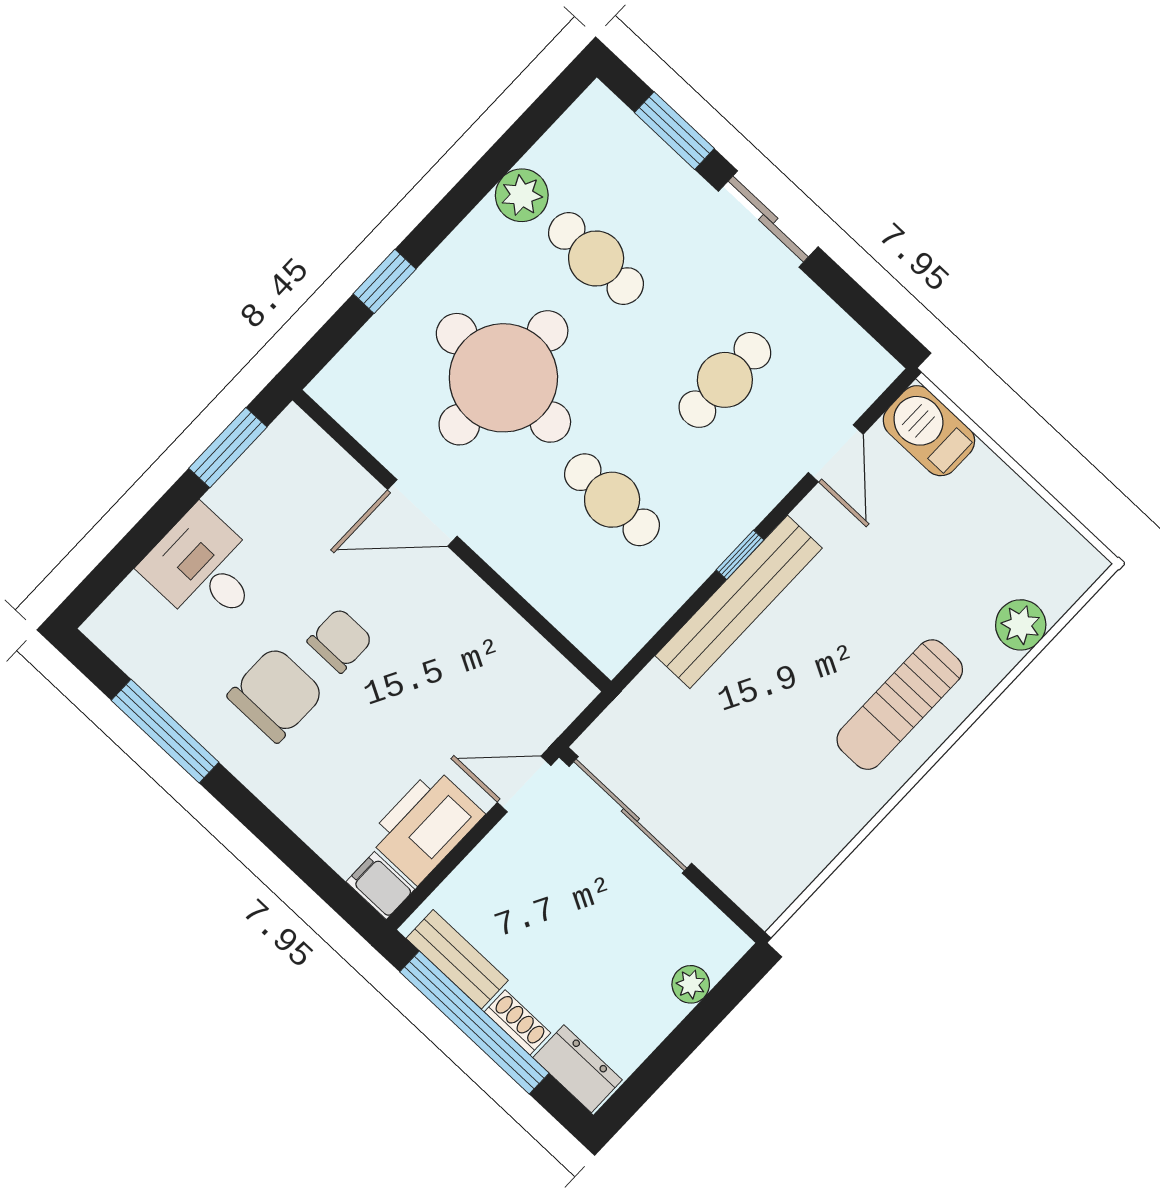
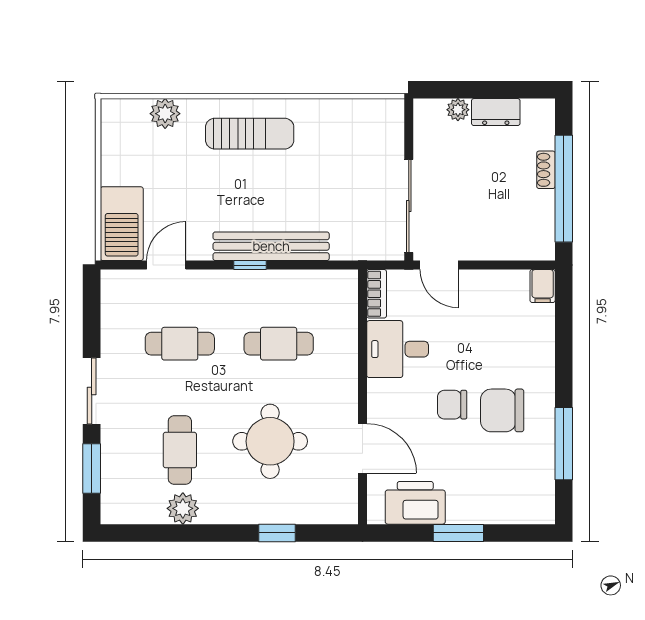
round table: (503, 378) -> (270, 441), width x0.73, depth x0.73
barbecue: (929, 431) -> (122, 224), width x1.37, depth x1.21
window: (228, 448) -> (458, 533), moved
cafe table: (612, 500) -> (279, 344), turned 90
door: (422, 513) -> (362, 448), moved
desk: (204, 569) -> (398, 349), moved, turned 90
bookcase: (561, 675) -> (377, 294), added
printer: (426, 826) -> (415, 503), moved, turned 180
bench: (457, 959) -> (543, 222), removed
dresser: (578, 1069) -> (496, 112), moved, turned -90

